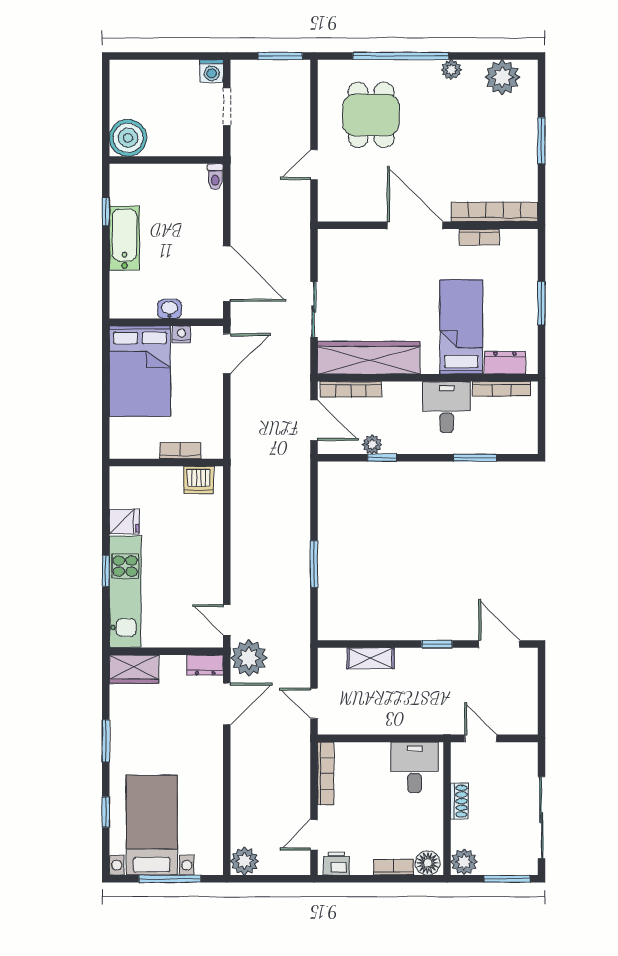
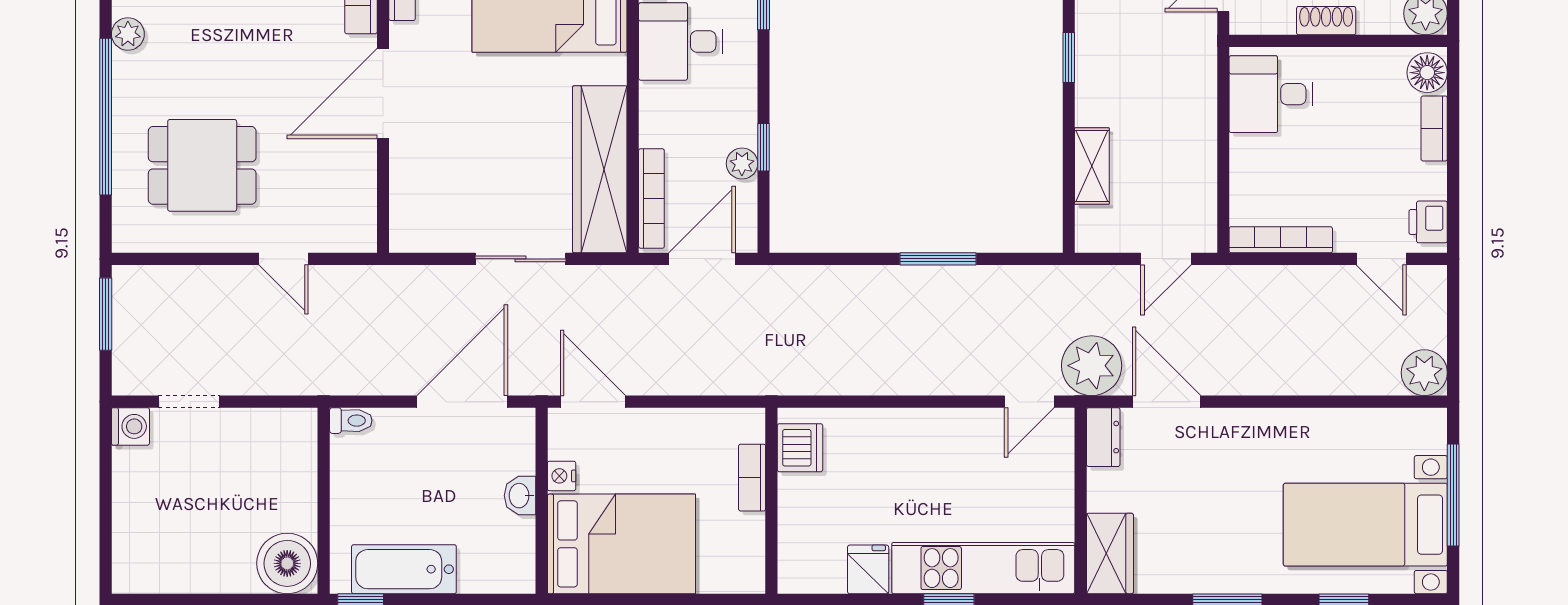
boiler: (128, 138) -> (287, 563), moved
wall: (166, 160) -> (324, 501), moved
toilet: (215, 177) -> (351, 421), moved

